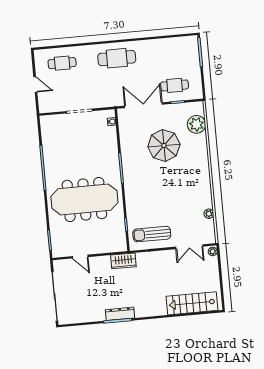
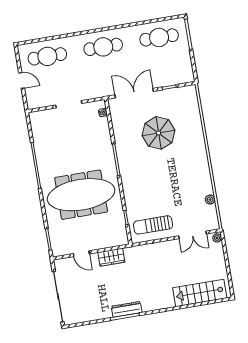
cafe table: (62, 63) -> (47, 56), width x1.37, depth x1.35
cafe table: (175, 85) -> (159, 37), moved, width x1.37, depth x1.35
plant: (196, 124) -> (190, 109), removed
wardrobe: (123, 261) -> (111, 257), moved

